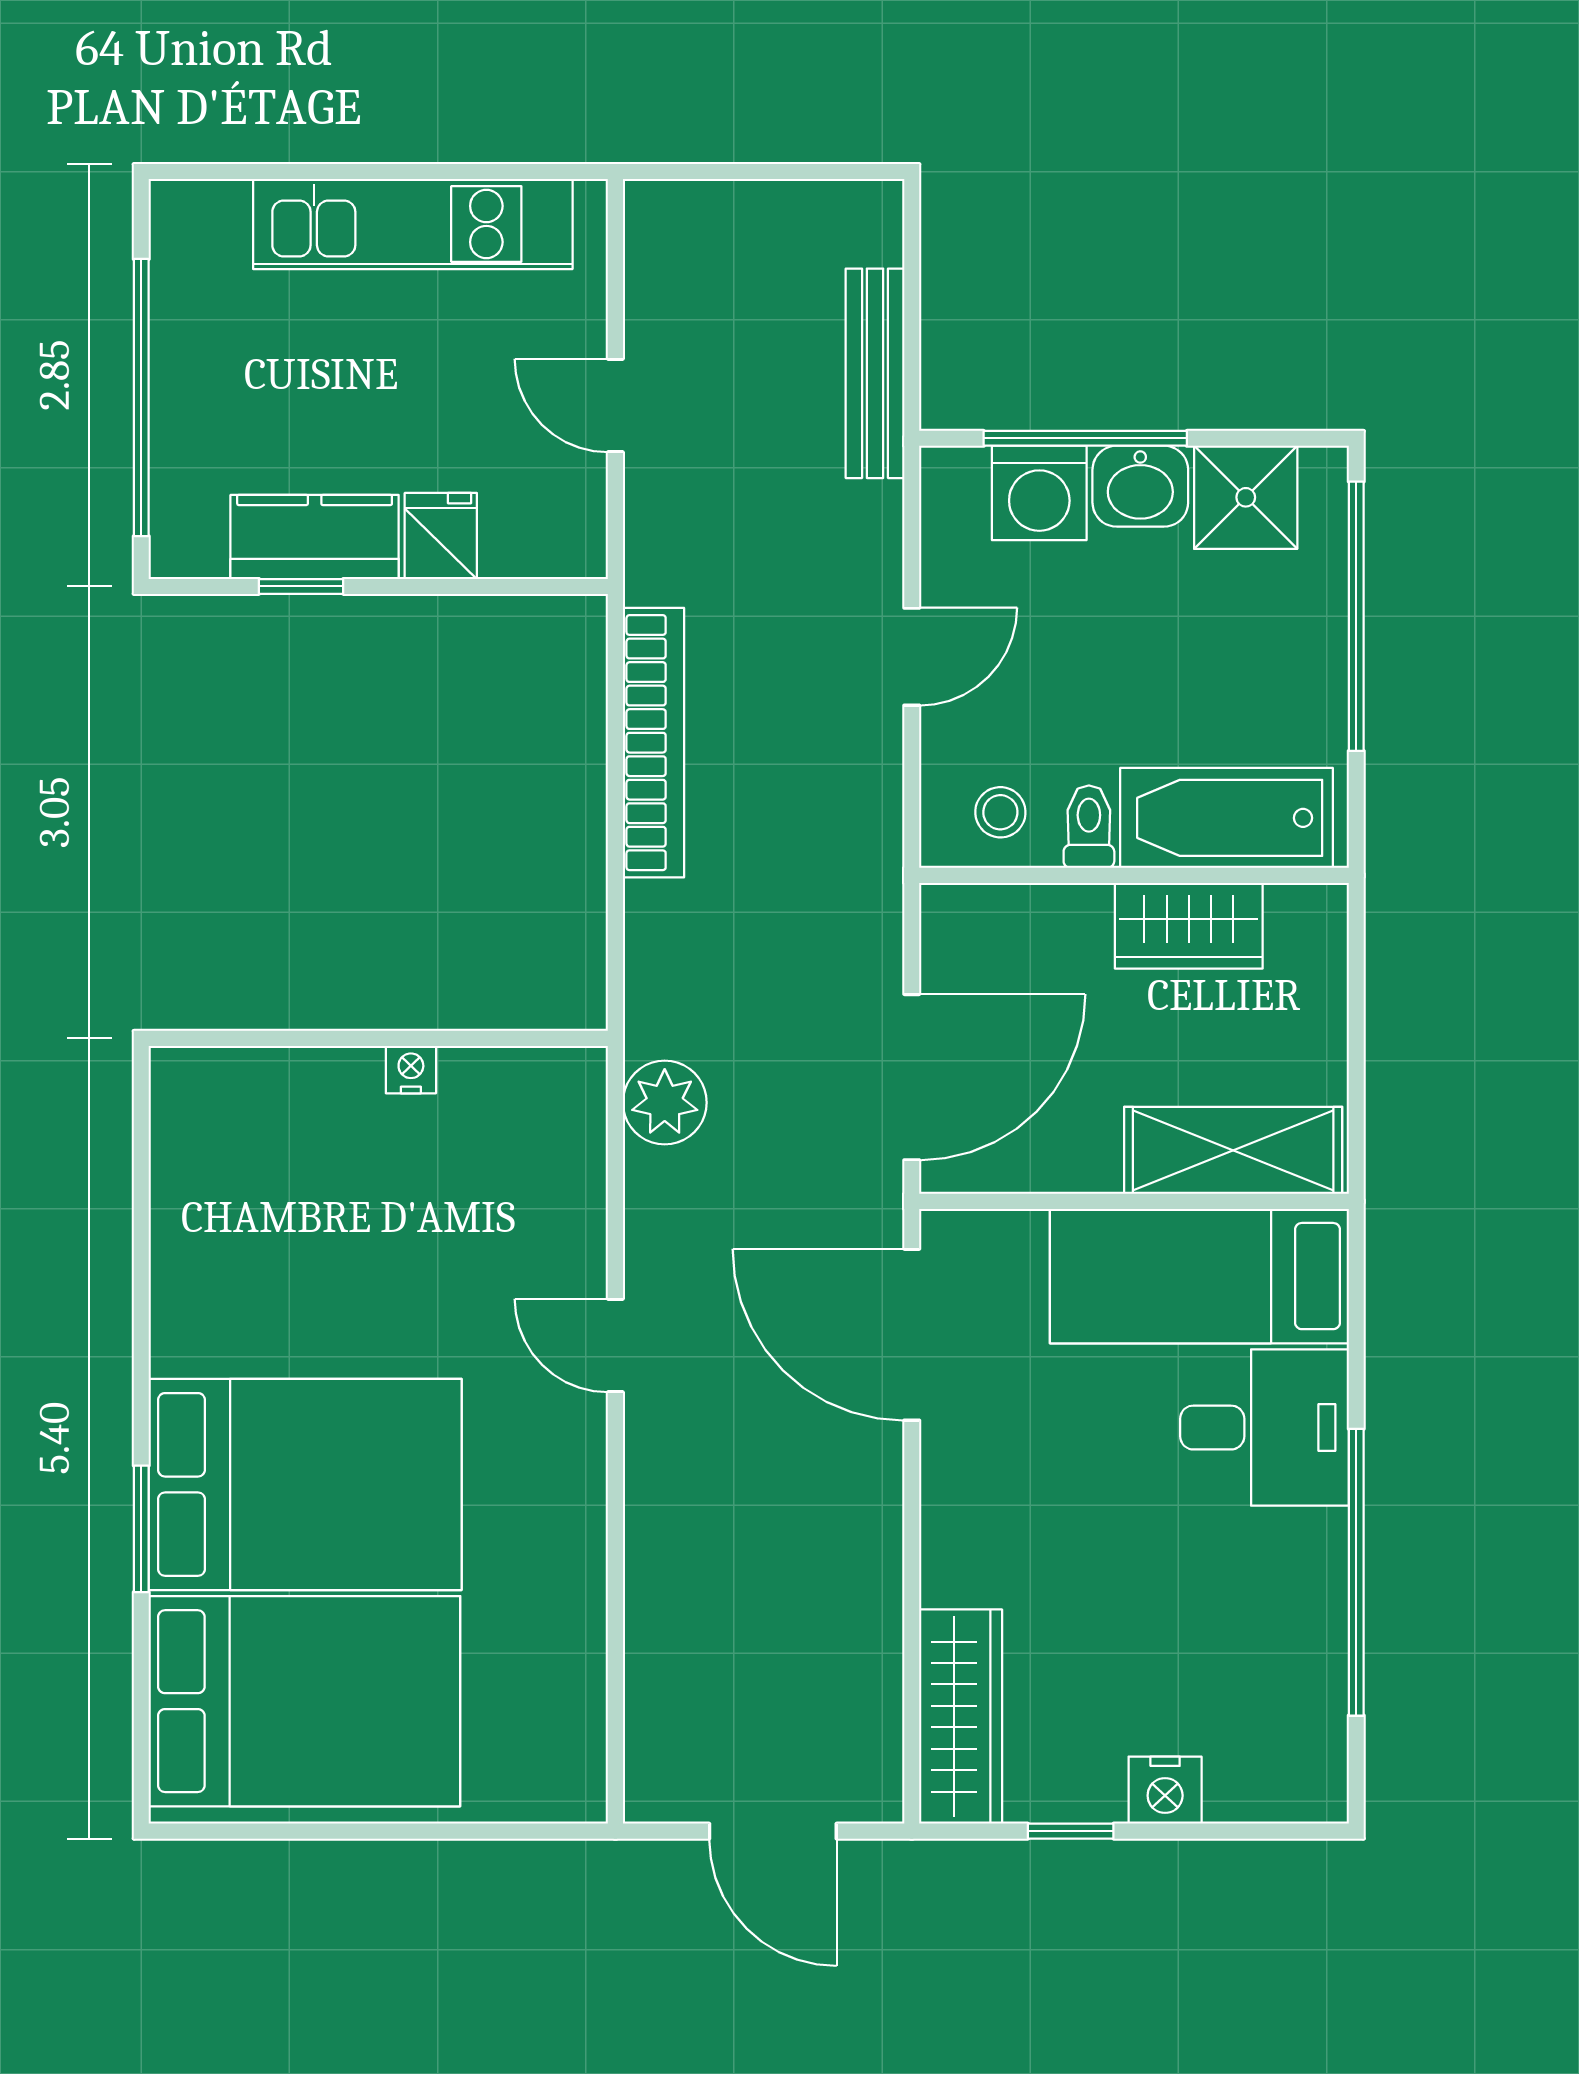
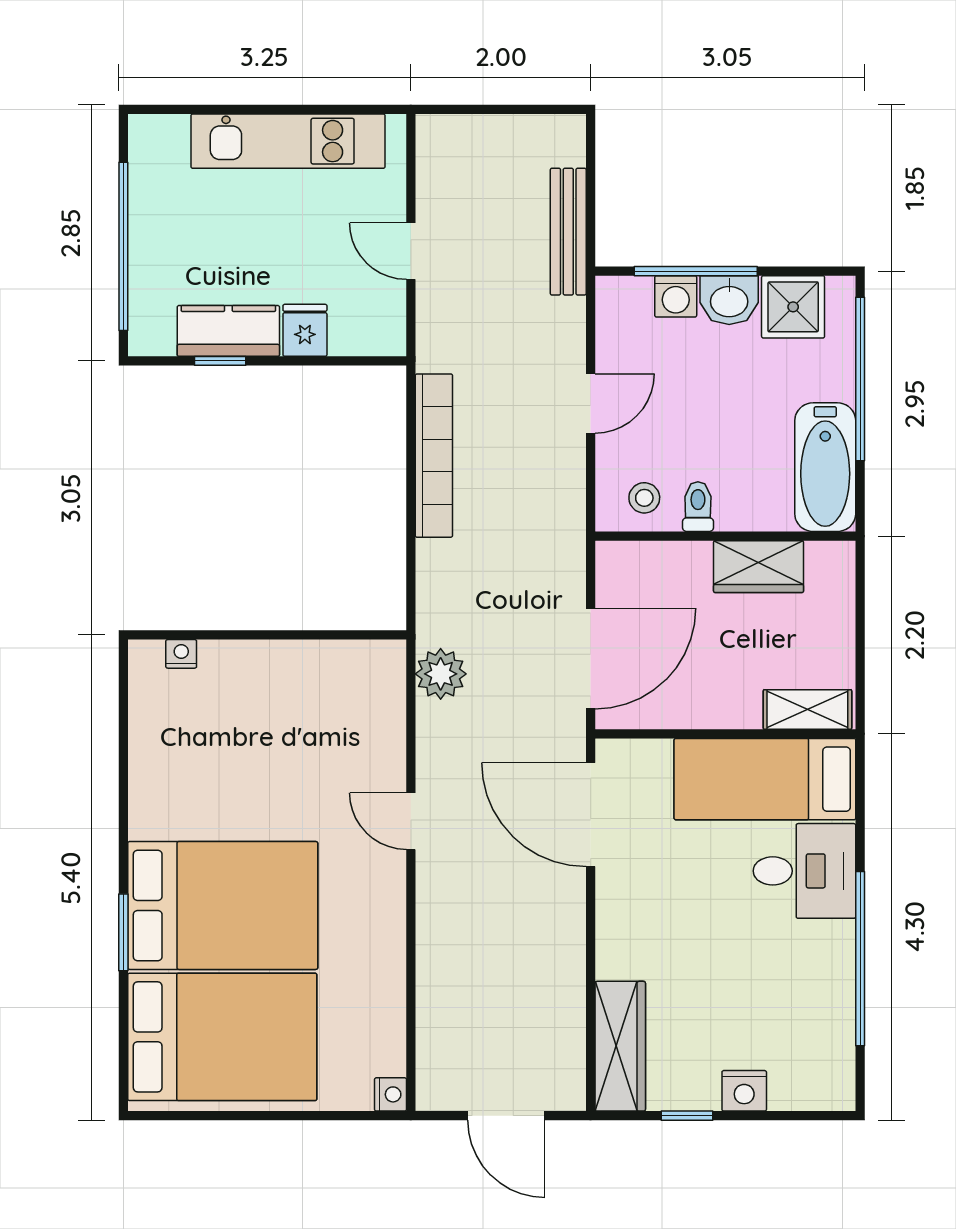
washing machine: (1039, 493) -> (676, 296), width x0.73, depth x0.73
bathtub: (1226, 818) -> (825, 467), moved, turned -90
nightstand: (411, 1070) -> (181, 654), moved
shelving: (1233, 1150) -> (807, 709), width x0.67, depth x0.75
nightstand: (582, 1796) -> (391, 1094), added

